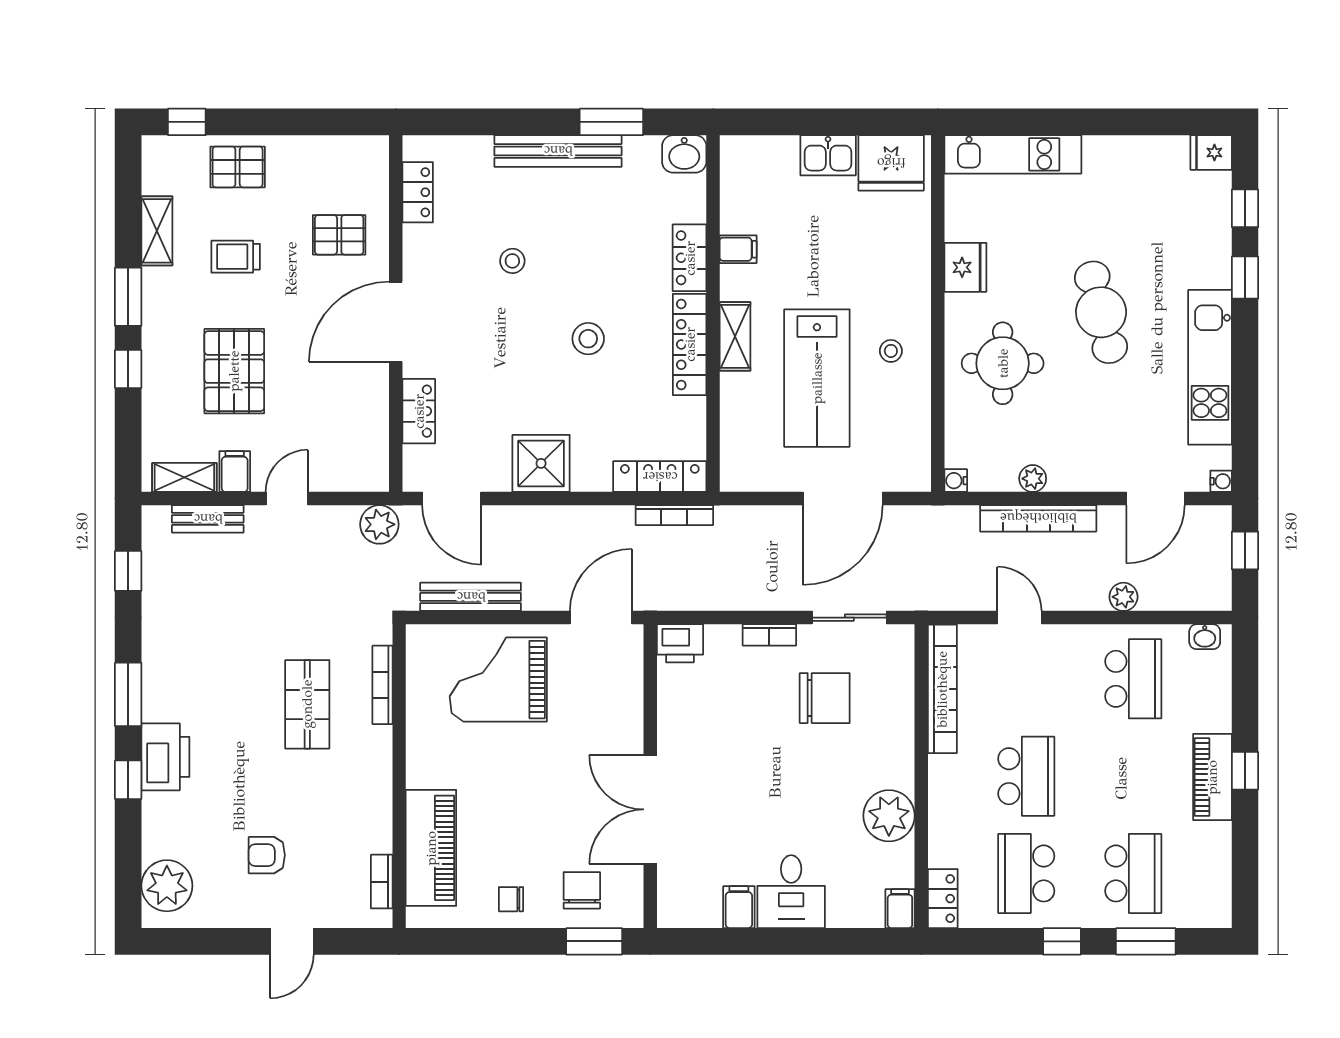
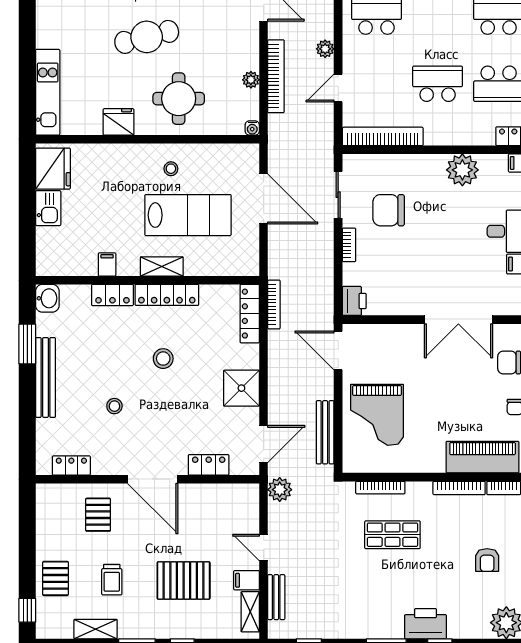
plant: (1123, 597) -> (325, 49), moved
chair: (825, 698) -> (389, 210), turned -90
bookcase: (382, 810) -> (459, 488), added

